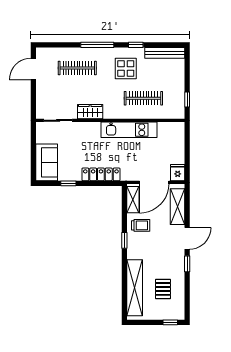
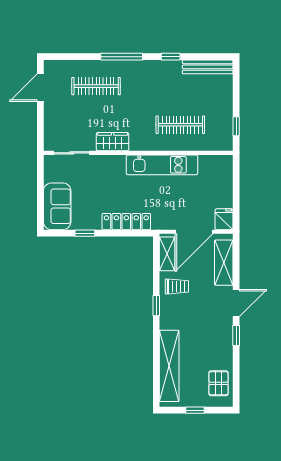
display table: (126, 69) -> (158, 87), removed
pallet: (163, 289) -> (219, 383), moved
window: (170, 322) -> (195, 410), moved

